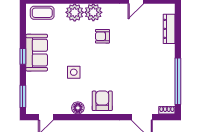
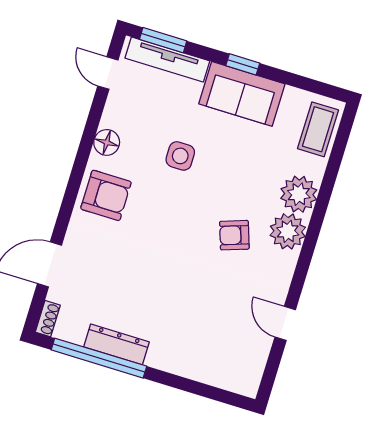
dresser: (169, 29) -> (116, 344), moved
armchair: (102, 36) -> (234, 235), turned -109
tv unit: (31, 92) -> (167, 60), added

